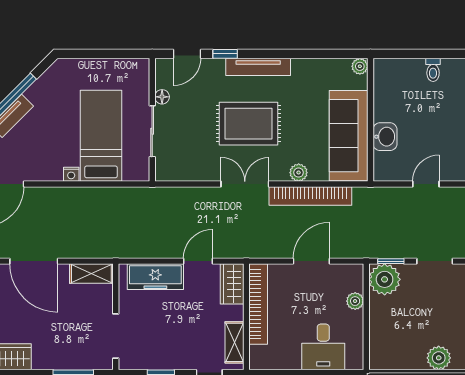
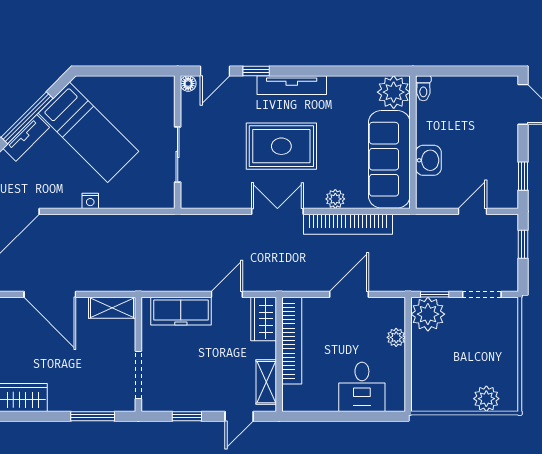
plant: (360, 66) -> (394, 92), width x1.87, depth x1.87
toilet: (433, 70) -> (423, 88), moved
floor lamp: (162, 97) -> (188, 84), moved
bed: (101, 136) -> (88, 132), moved, turned 135

